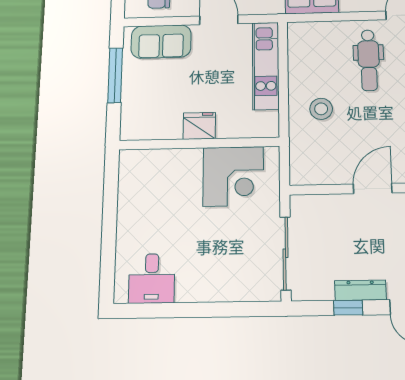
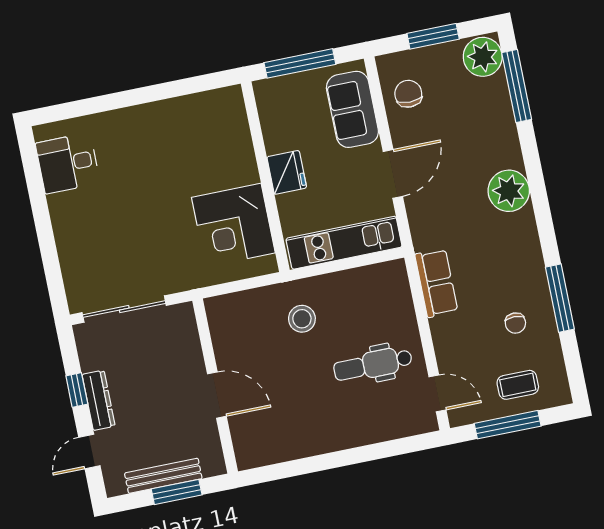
fridge: (199, 126) -> (287, 172), moved
wall: (199, 144) -> (265, 177), moved
corner desk: (233, 176) -> (233, 225), moved

